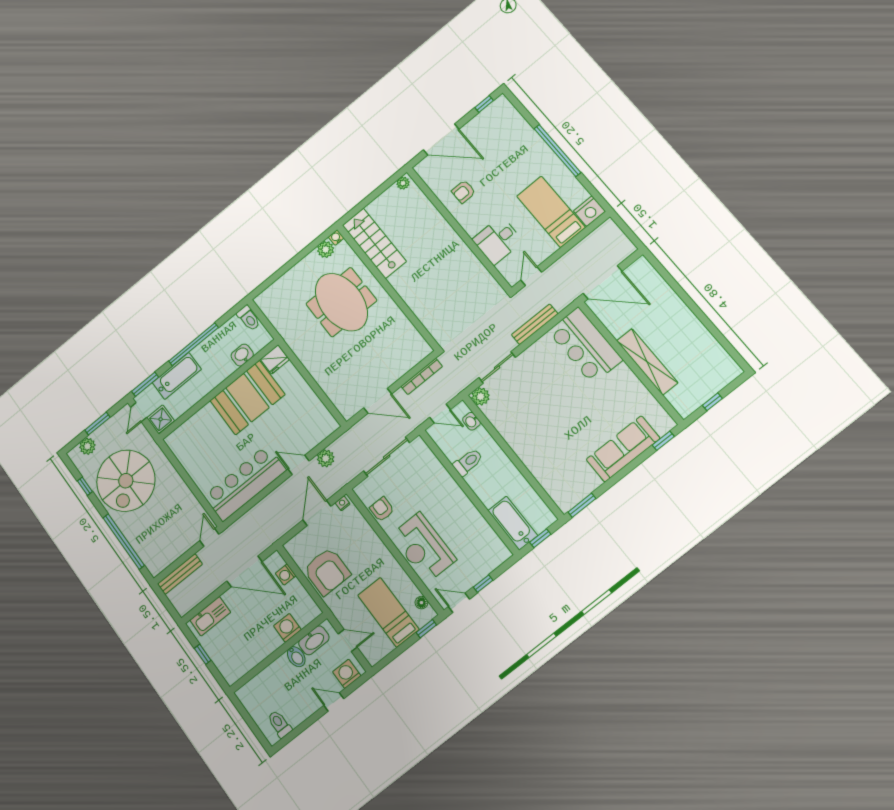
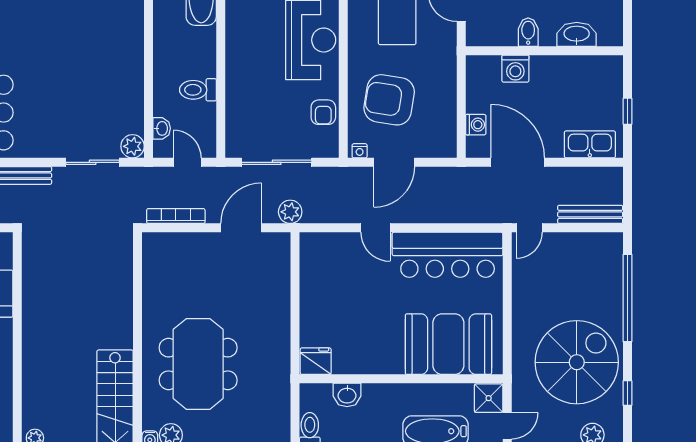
booth: (247, 398) -> (448, 344), moved
door: (378, 401) -> (241, 228), hinge flipped
plant: (326, 458) -> (290, 212), moved
armchair: (327, 571) -> (389, 100), moved, turned -81
washbasin: (314, 640) -> (577, 34), moved

